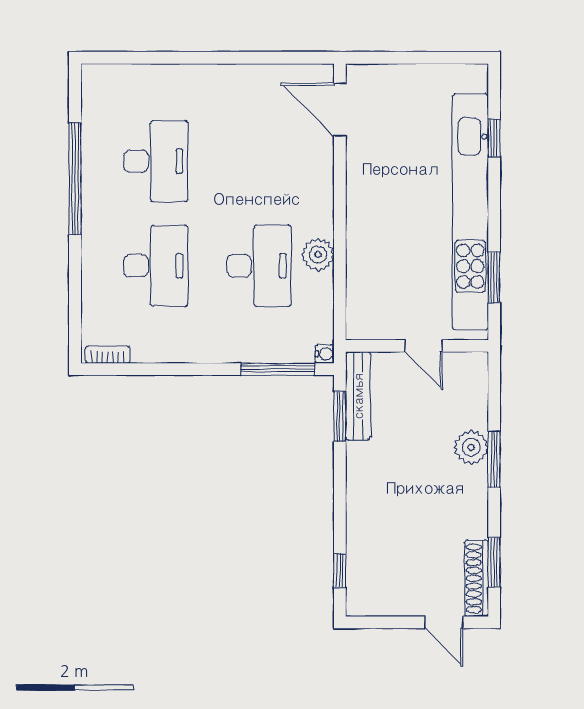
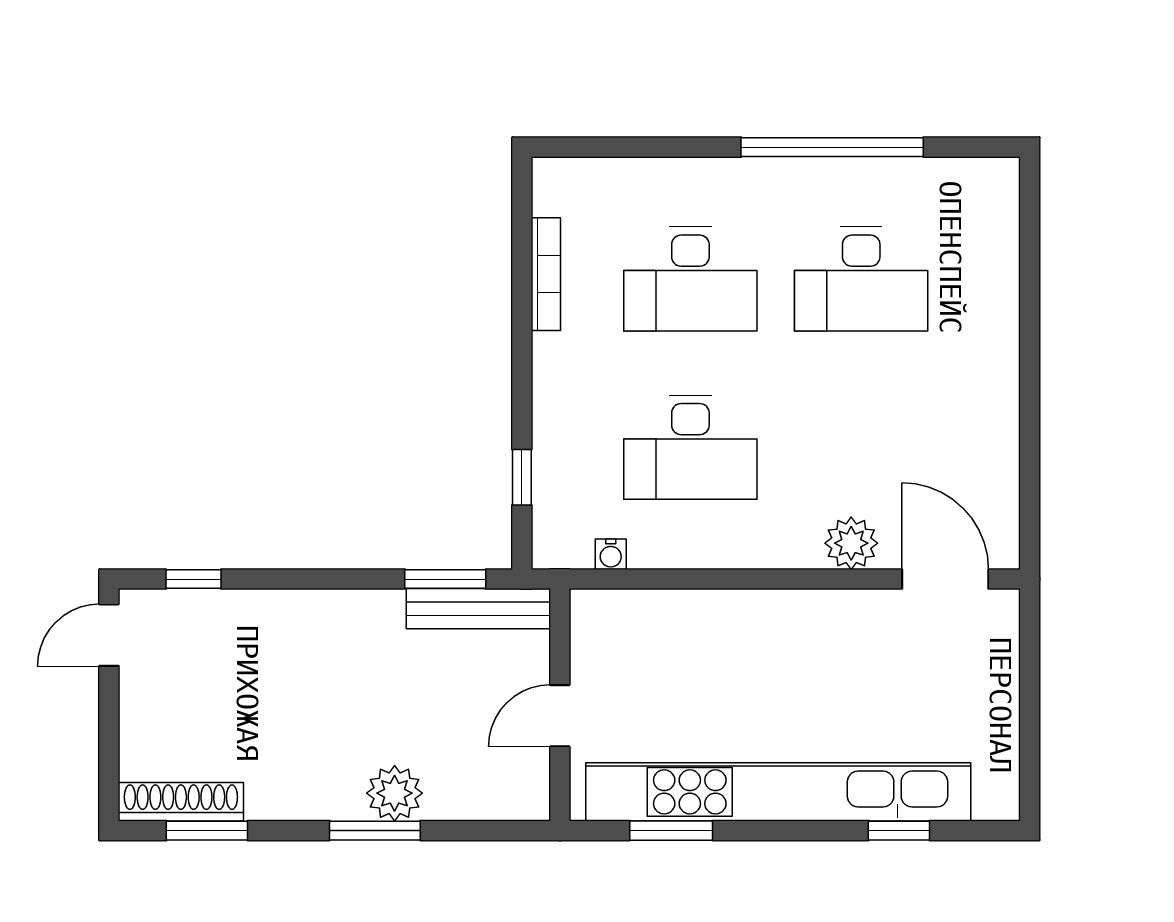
door: (340, 110) -> (945, 579), hinge flipped
plant: (318, 255) -> (851, 543), moved
bookcase: (108, 354) -> (546, 274), moved, width x1.56
water cooler: (325, 354) -> (611, 554), moved
window: (277, 369) -> (522, 477), width x0.46
door: (444, 622) -> (109, 635), moved

